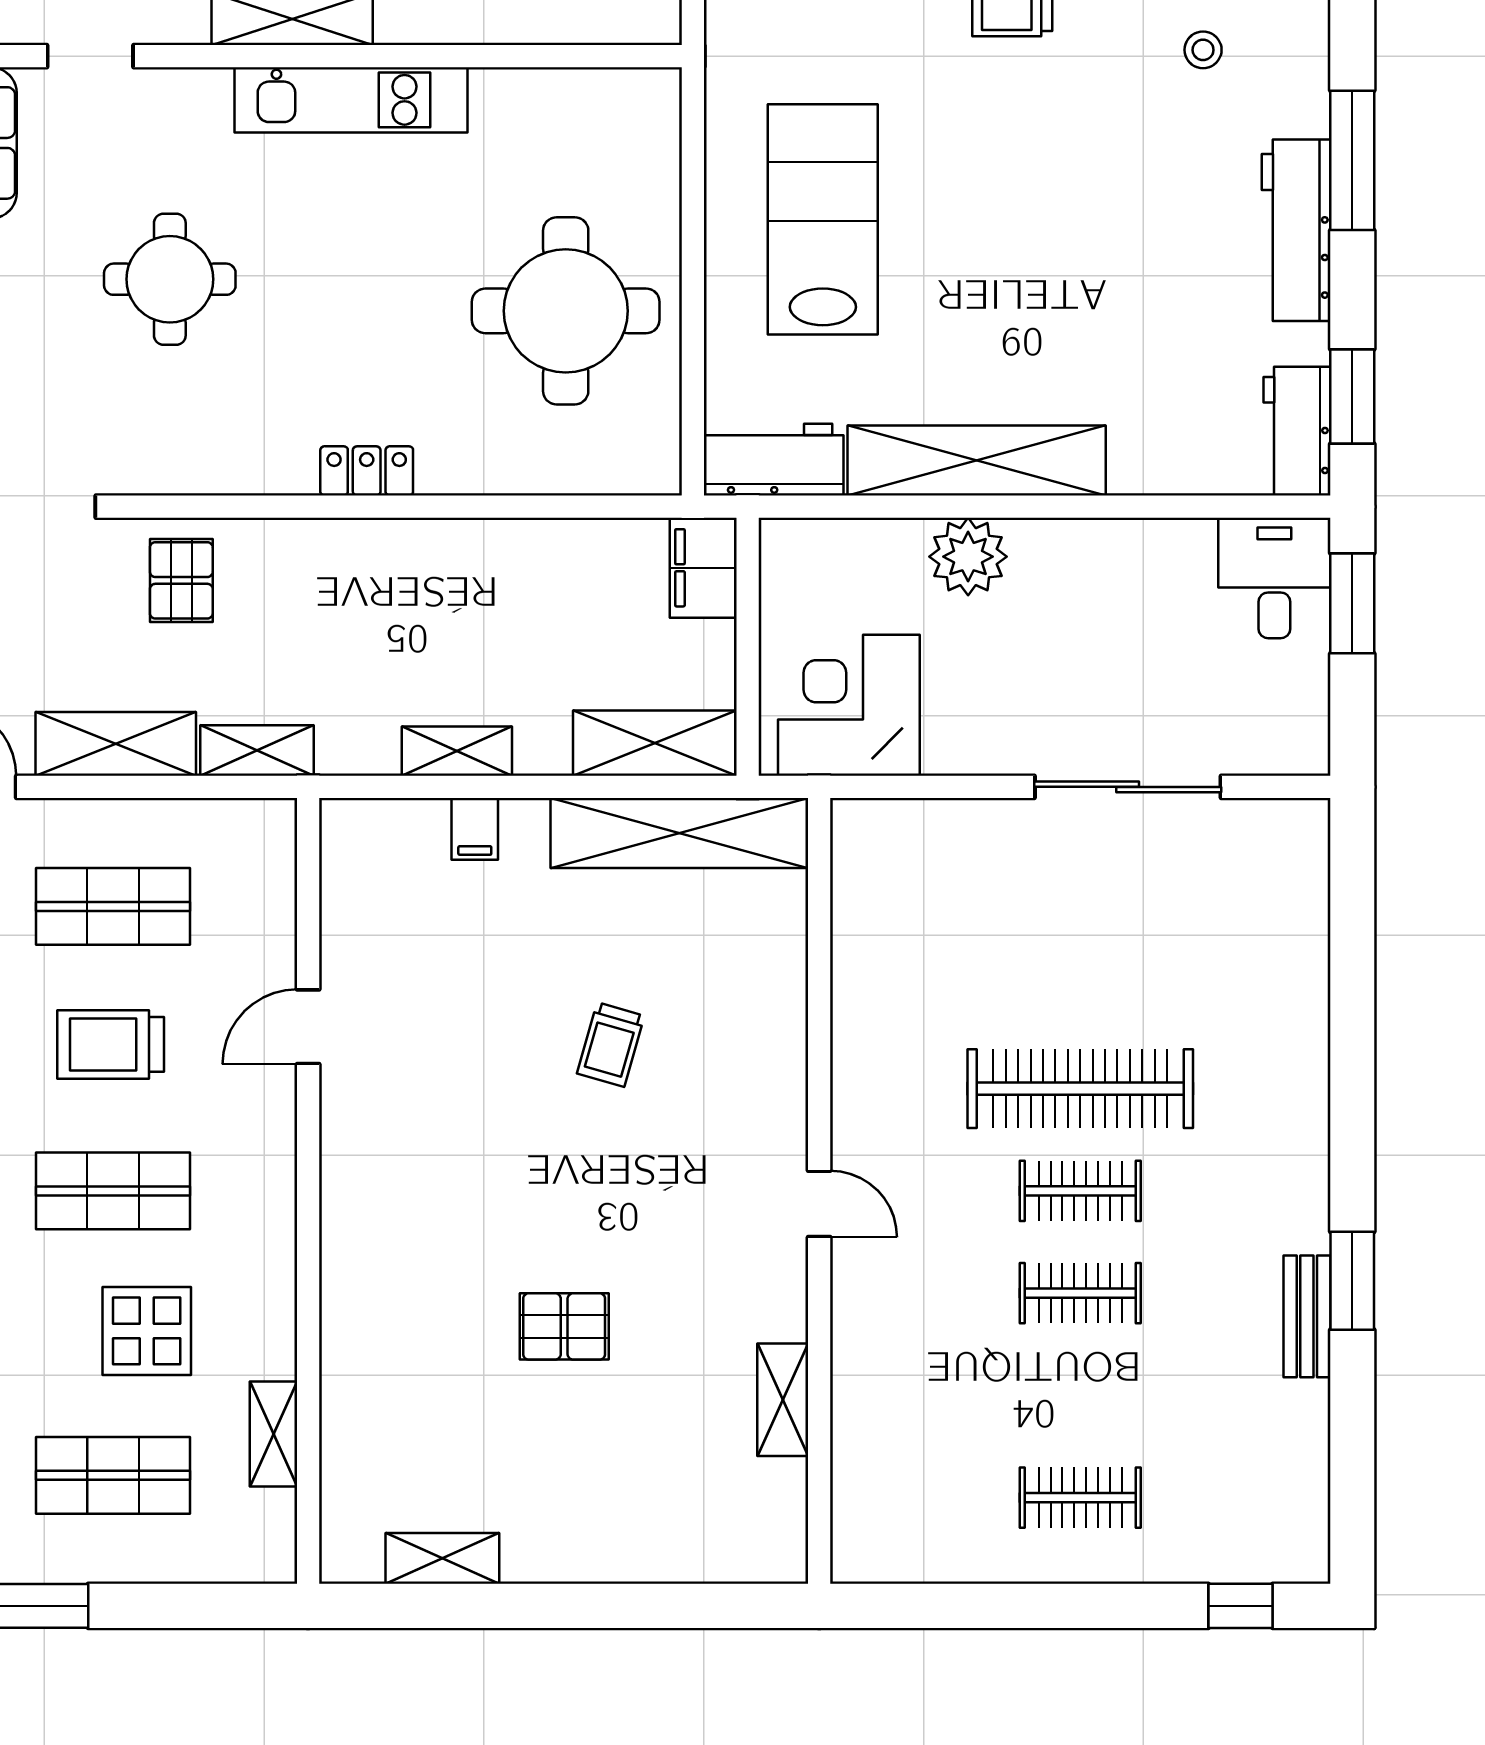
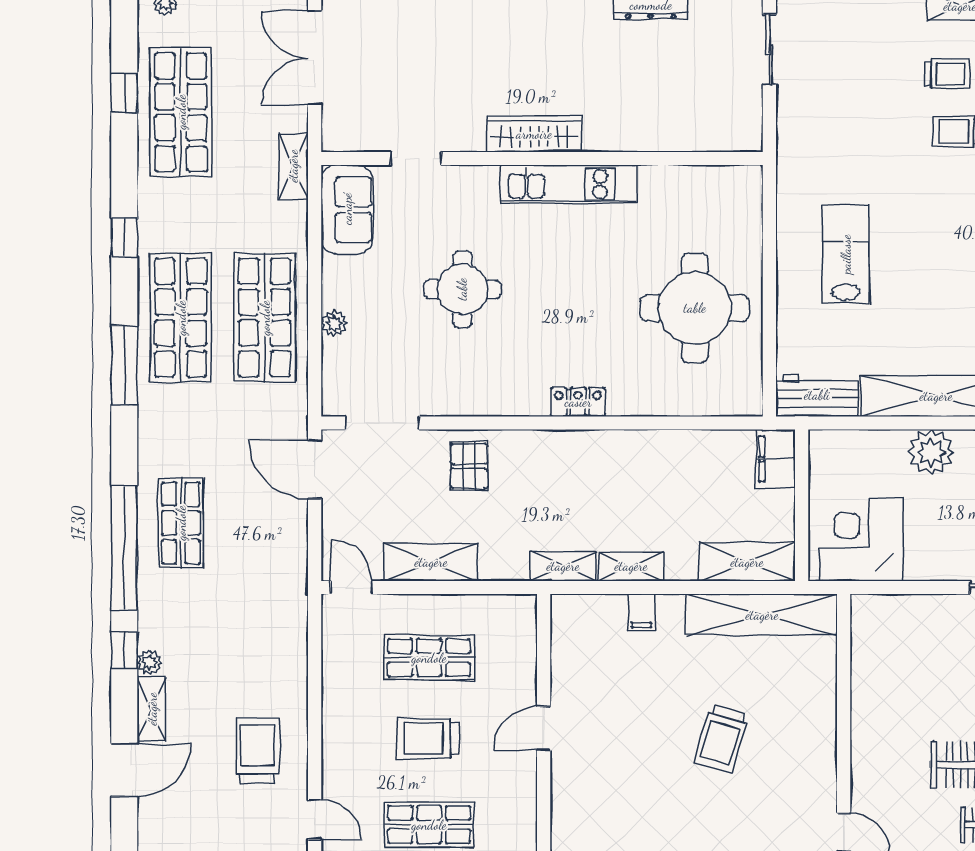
lab bench: (823, 219) -> (846, 254), width x0.73, depth x0.72
shelving: (257, 750) -> (563, 566), moved
trolley: (611, 1045) -> (721, 739), width x1.36, depth x1.39

